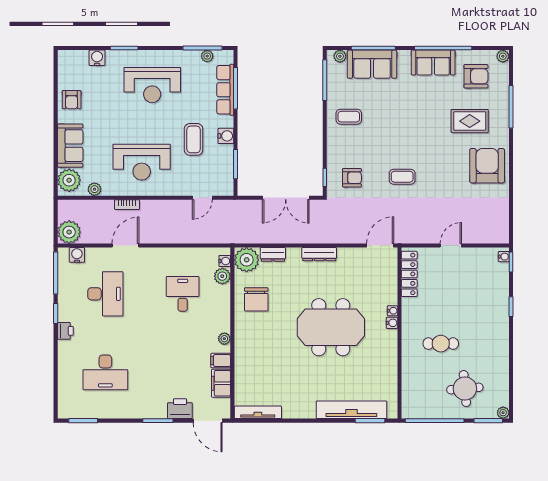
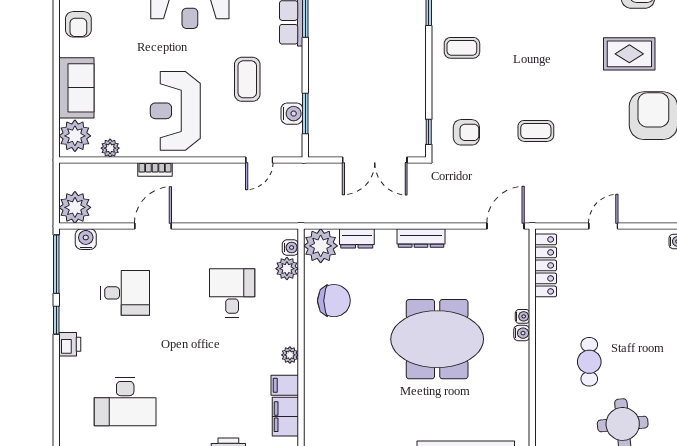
water cooler: (226, 136) -> (292, 114), moved
reception desk: (142, 162) -> (175, 111), turned 90
desk: (105, 294) -> (125, 293), width x0.73
chair: (256, 299) -> (334, 301), turned -90
cafe table: (441, 344) -> (589, 362), turned 90

